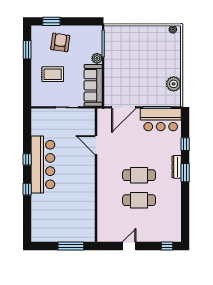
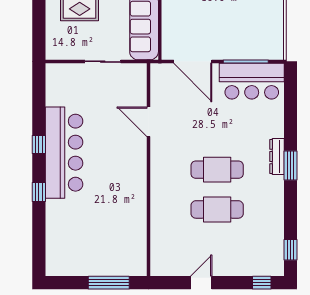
plant: (174, 84) -> (272, 24), removed
door: (124, 107) -> (193, 62), hinge flipped
window: (185, 144) -> (291, 250), moved

